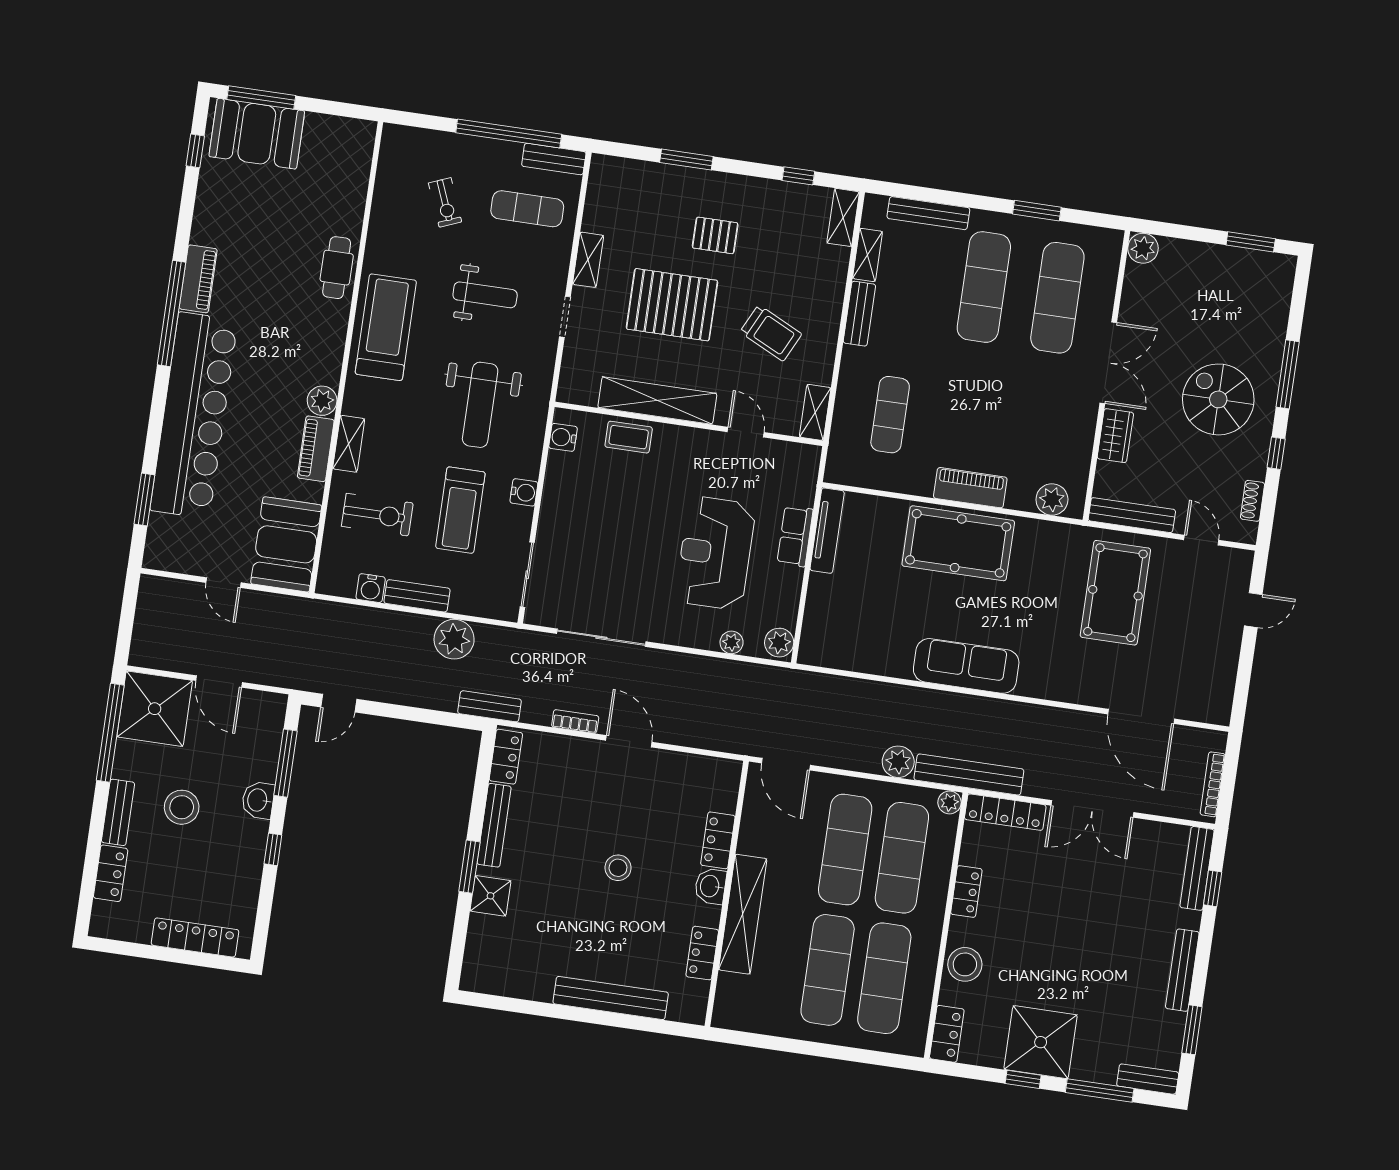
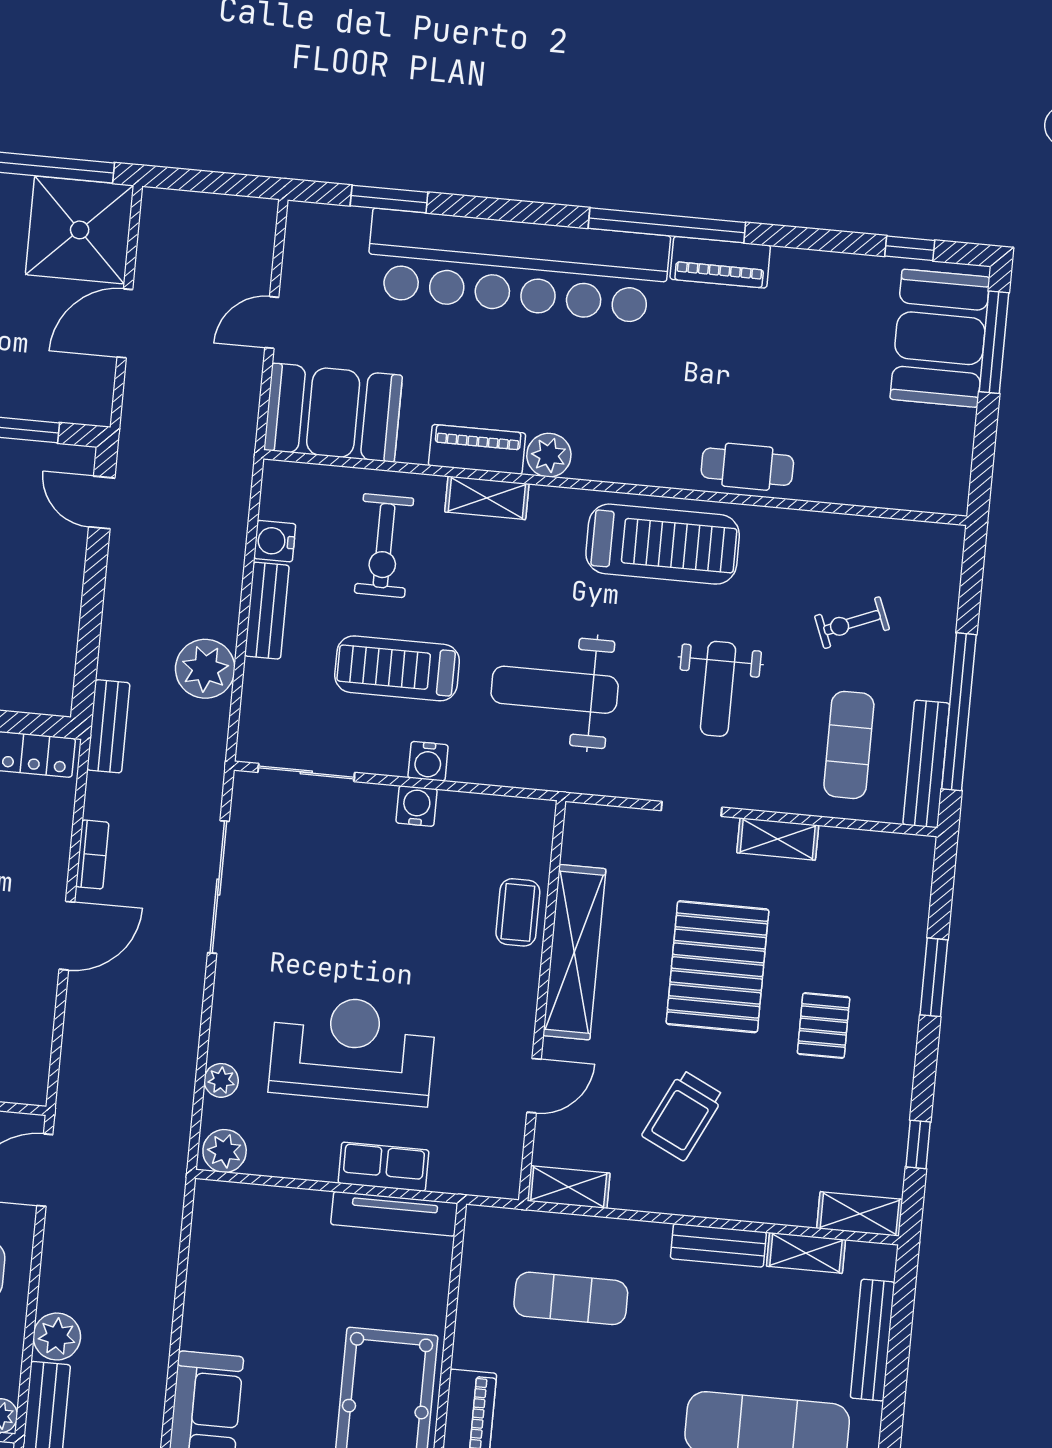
bench: (554, 159) -> (926, 764), width x1.36
water cooler: (563, 437) -> (417, 806), moved

